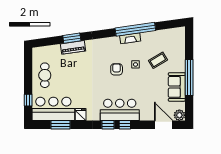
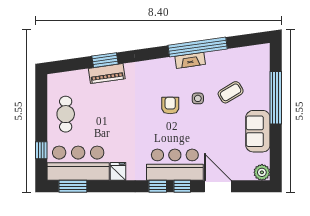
window: (189, 77) -> (276, 98), moved
window: (61, 125) -> (73, 186), moved
door: (164, 125) -> (218, 186), moved

